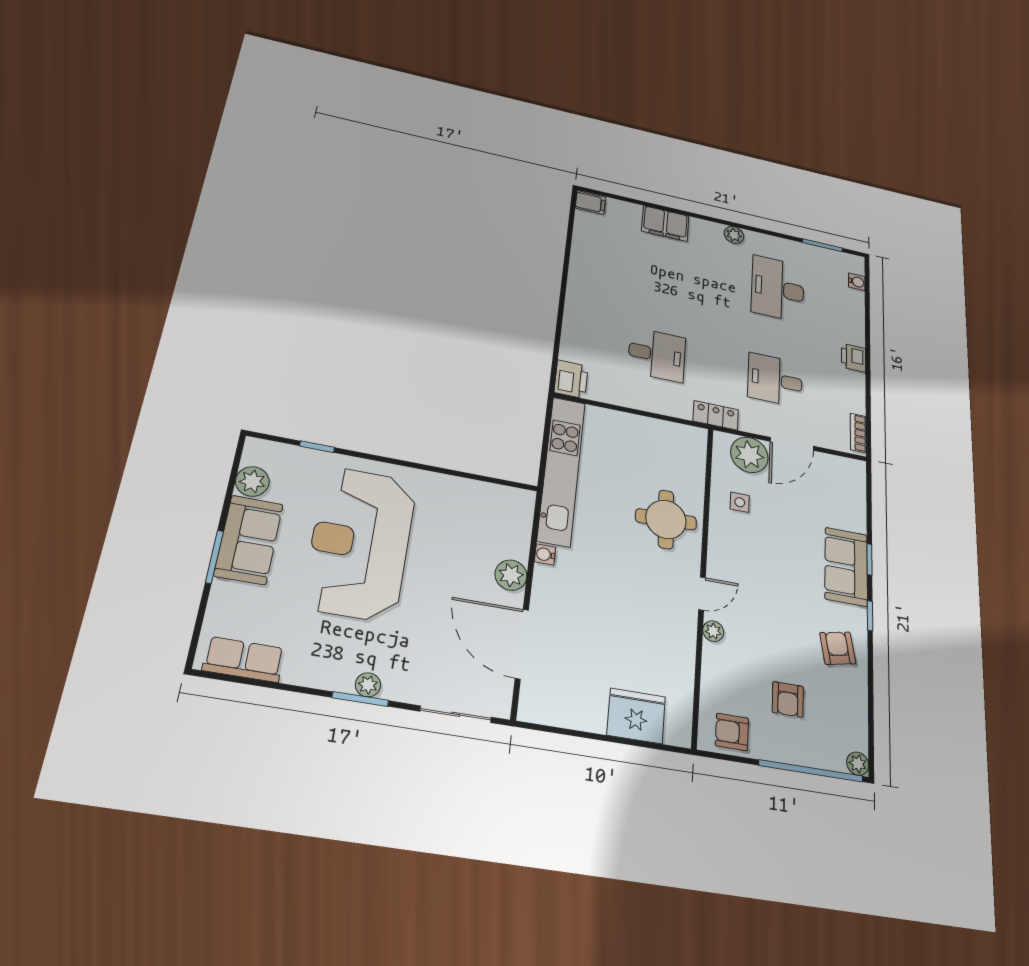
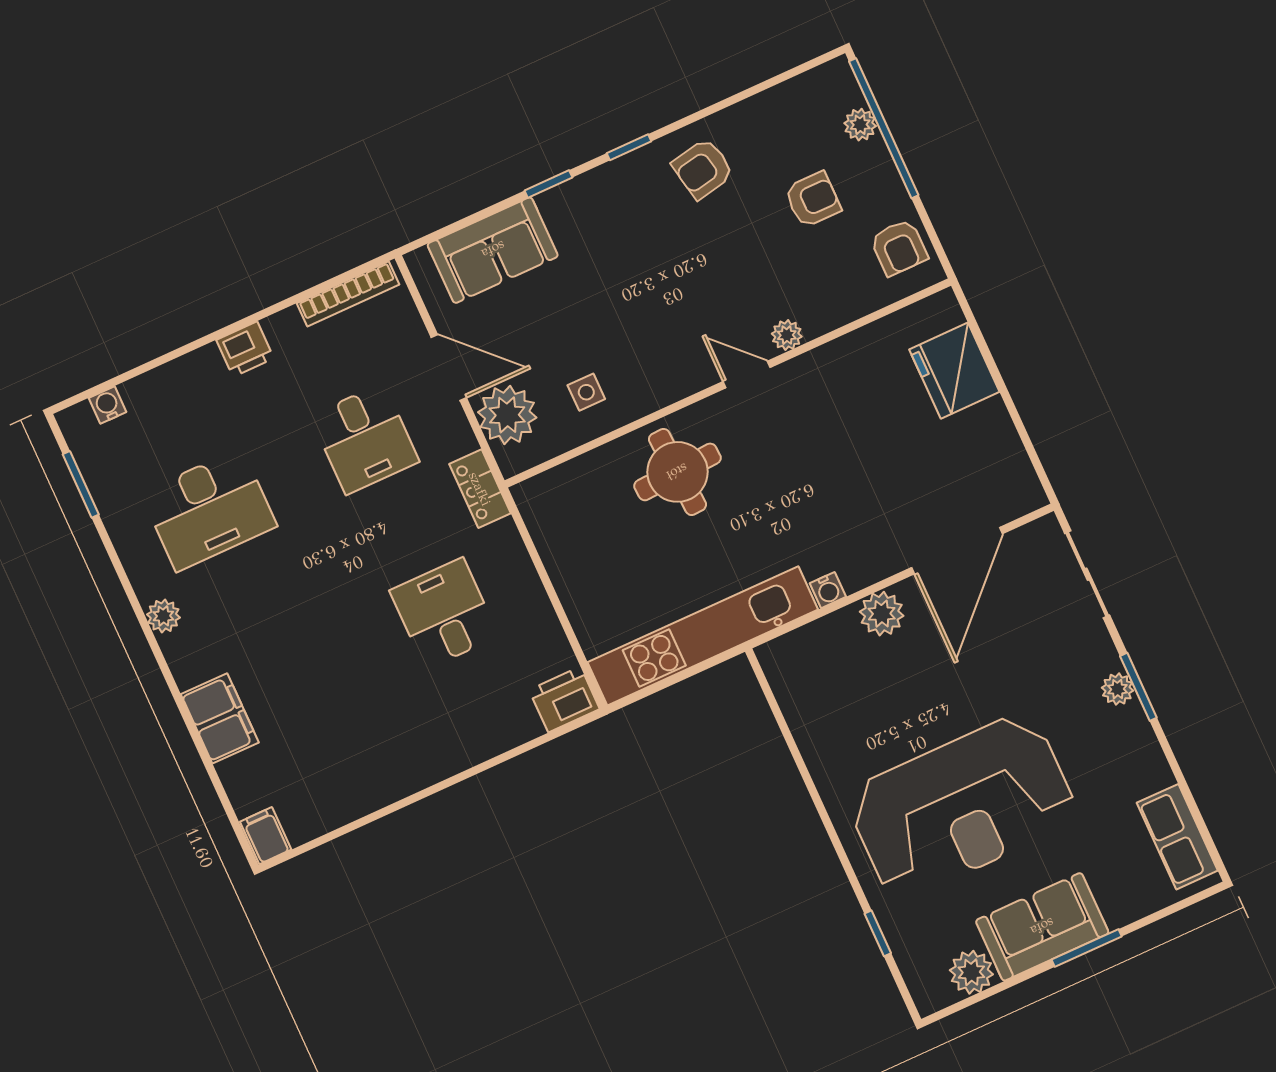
bookcase: (858, 433) -> (348, 294), width x1.56
sofa: (846, 567) -> (493, 250), moved
plant: (858, 764) -> (860, 125), moved

